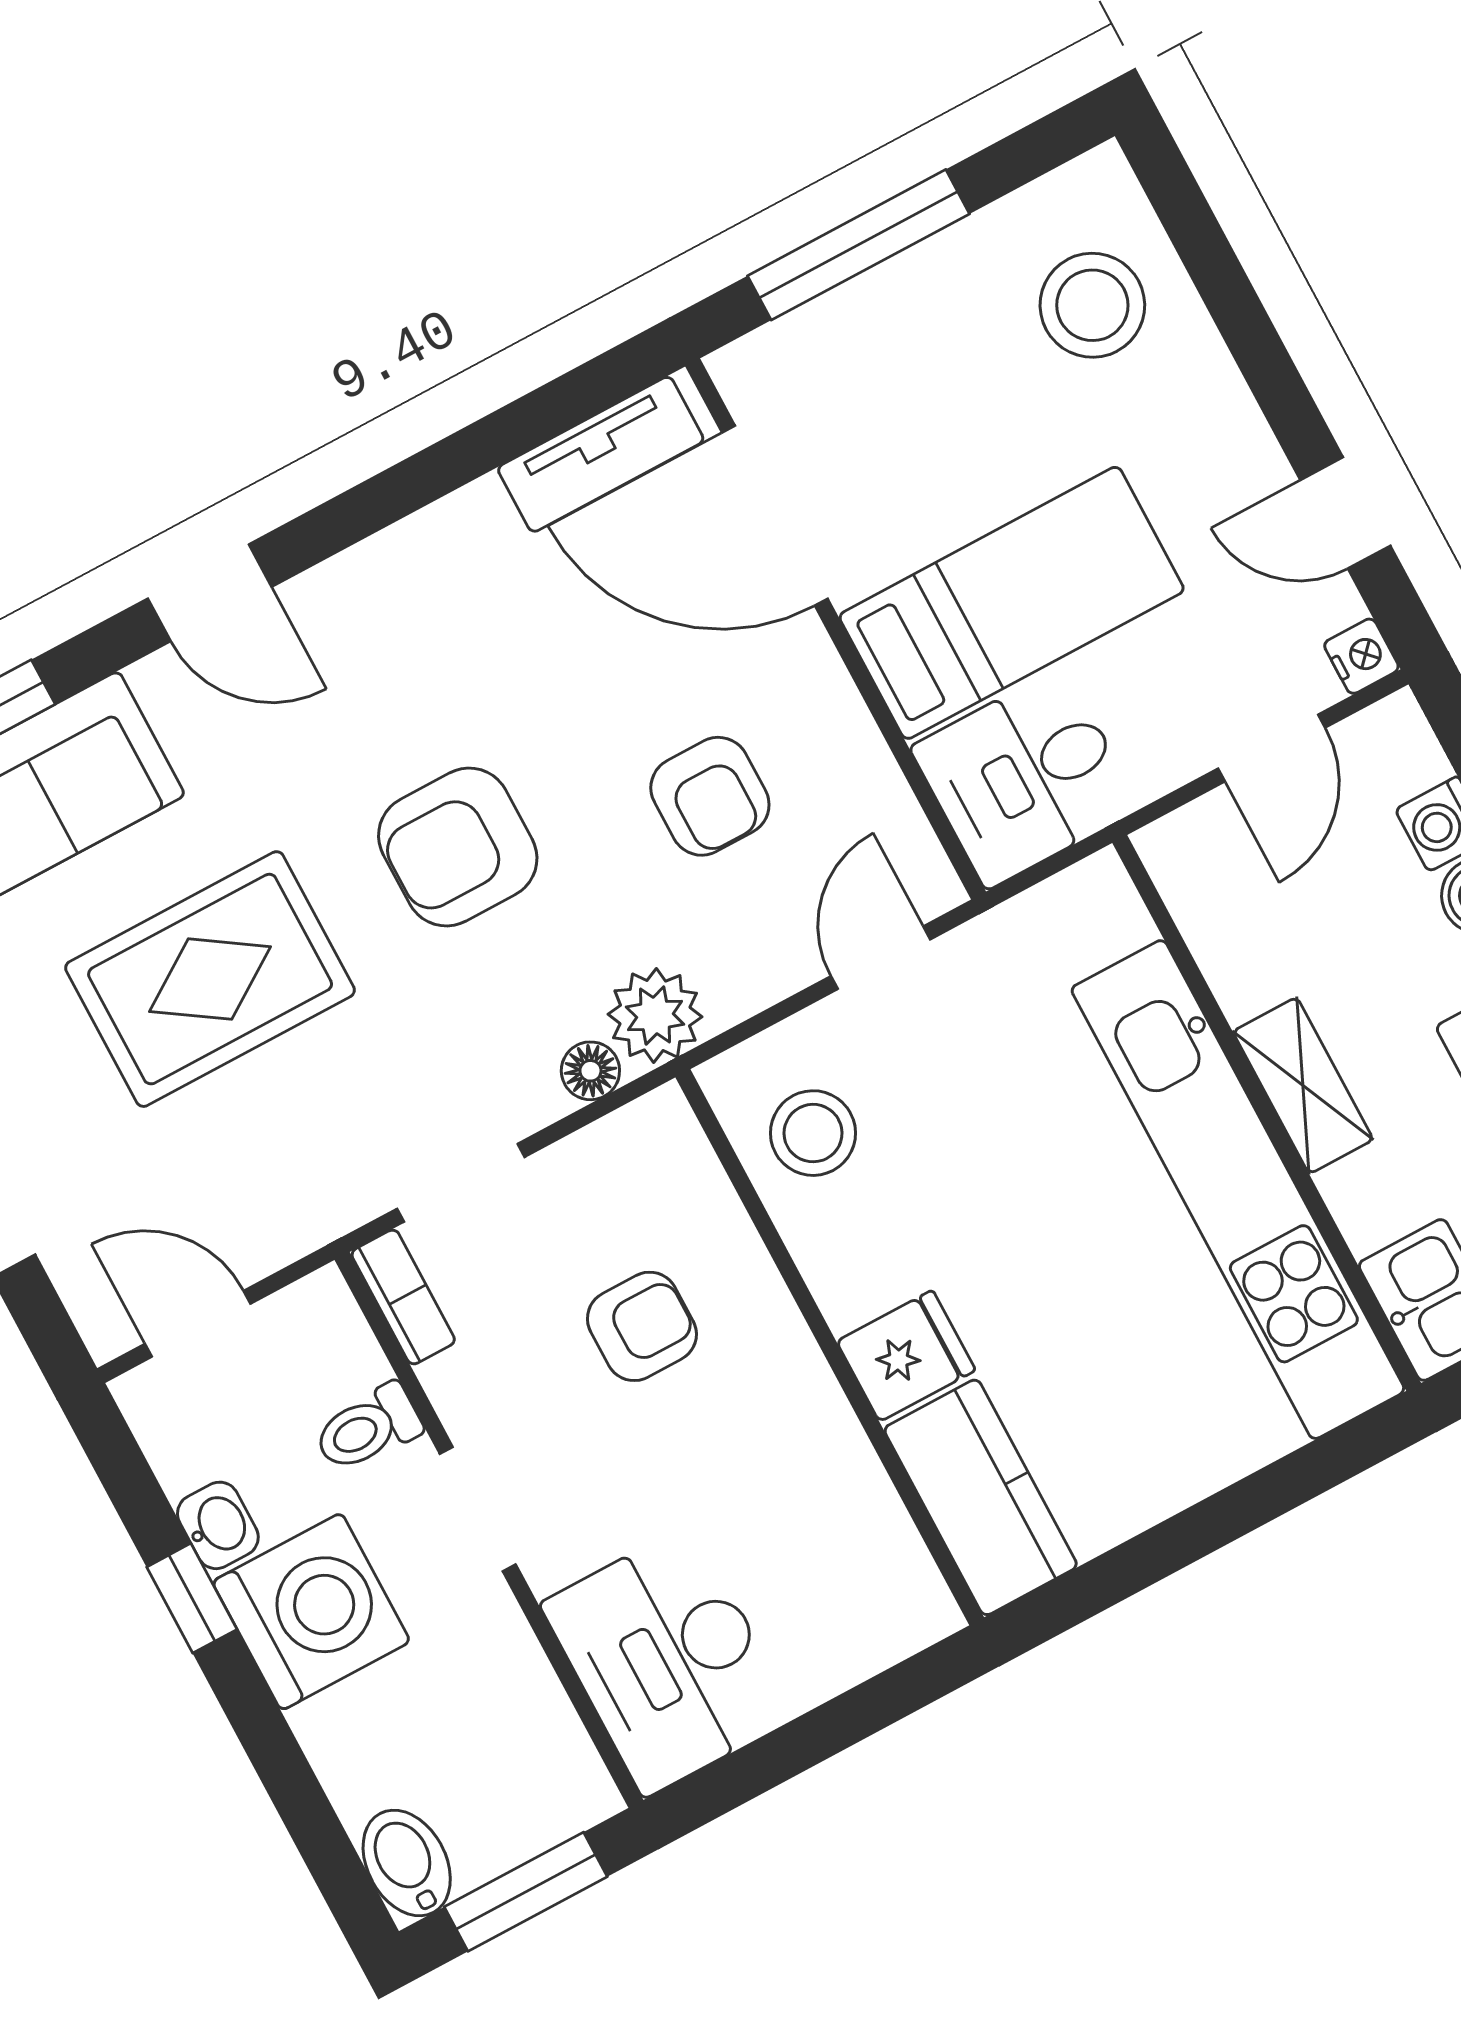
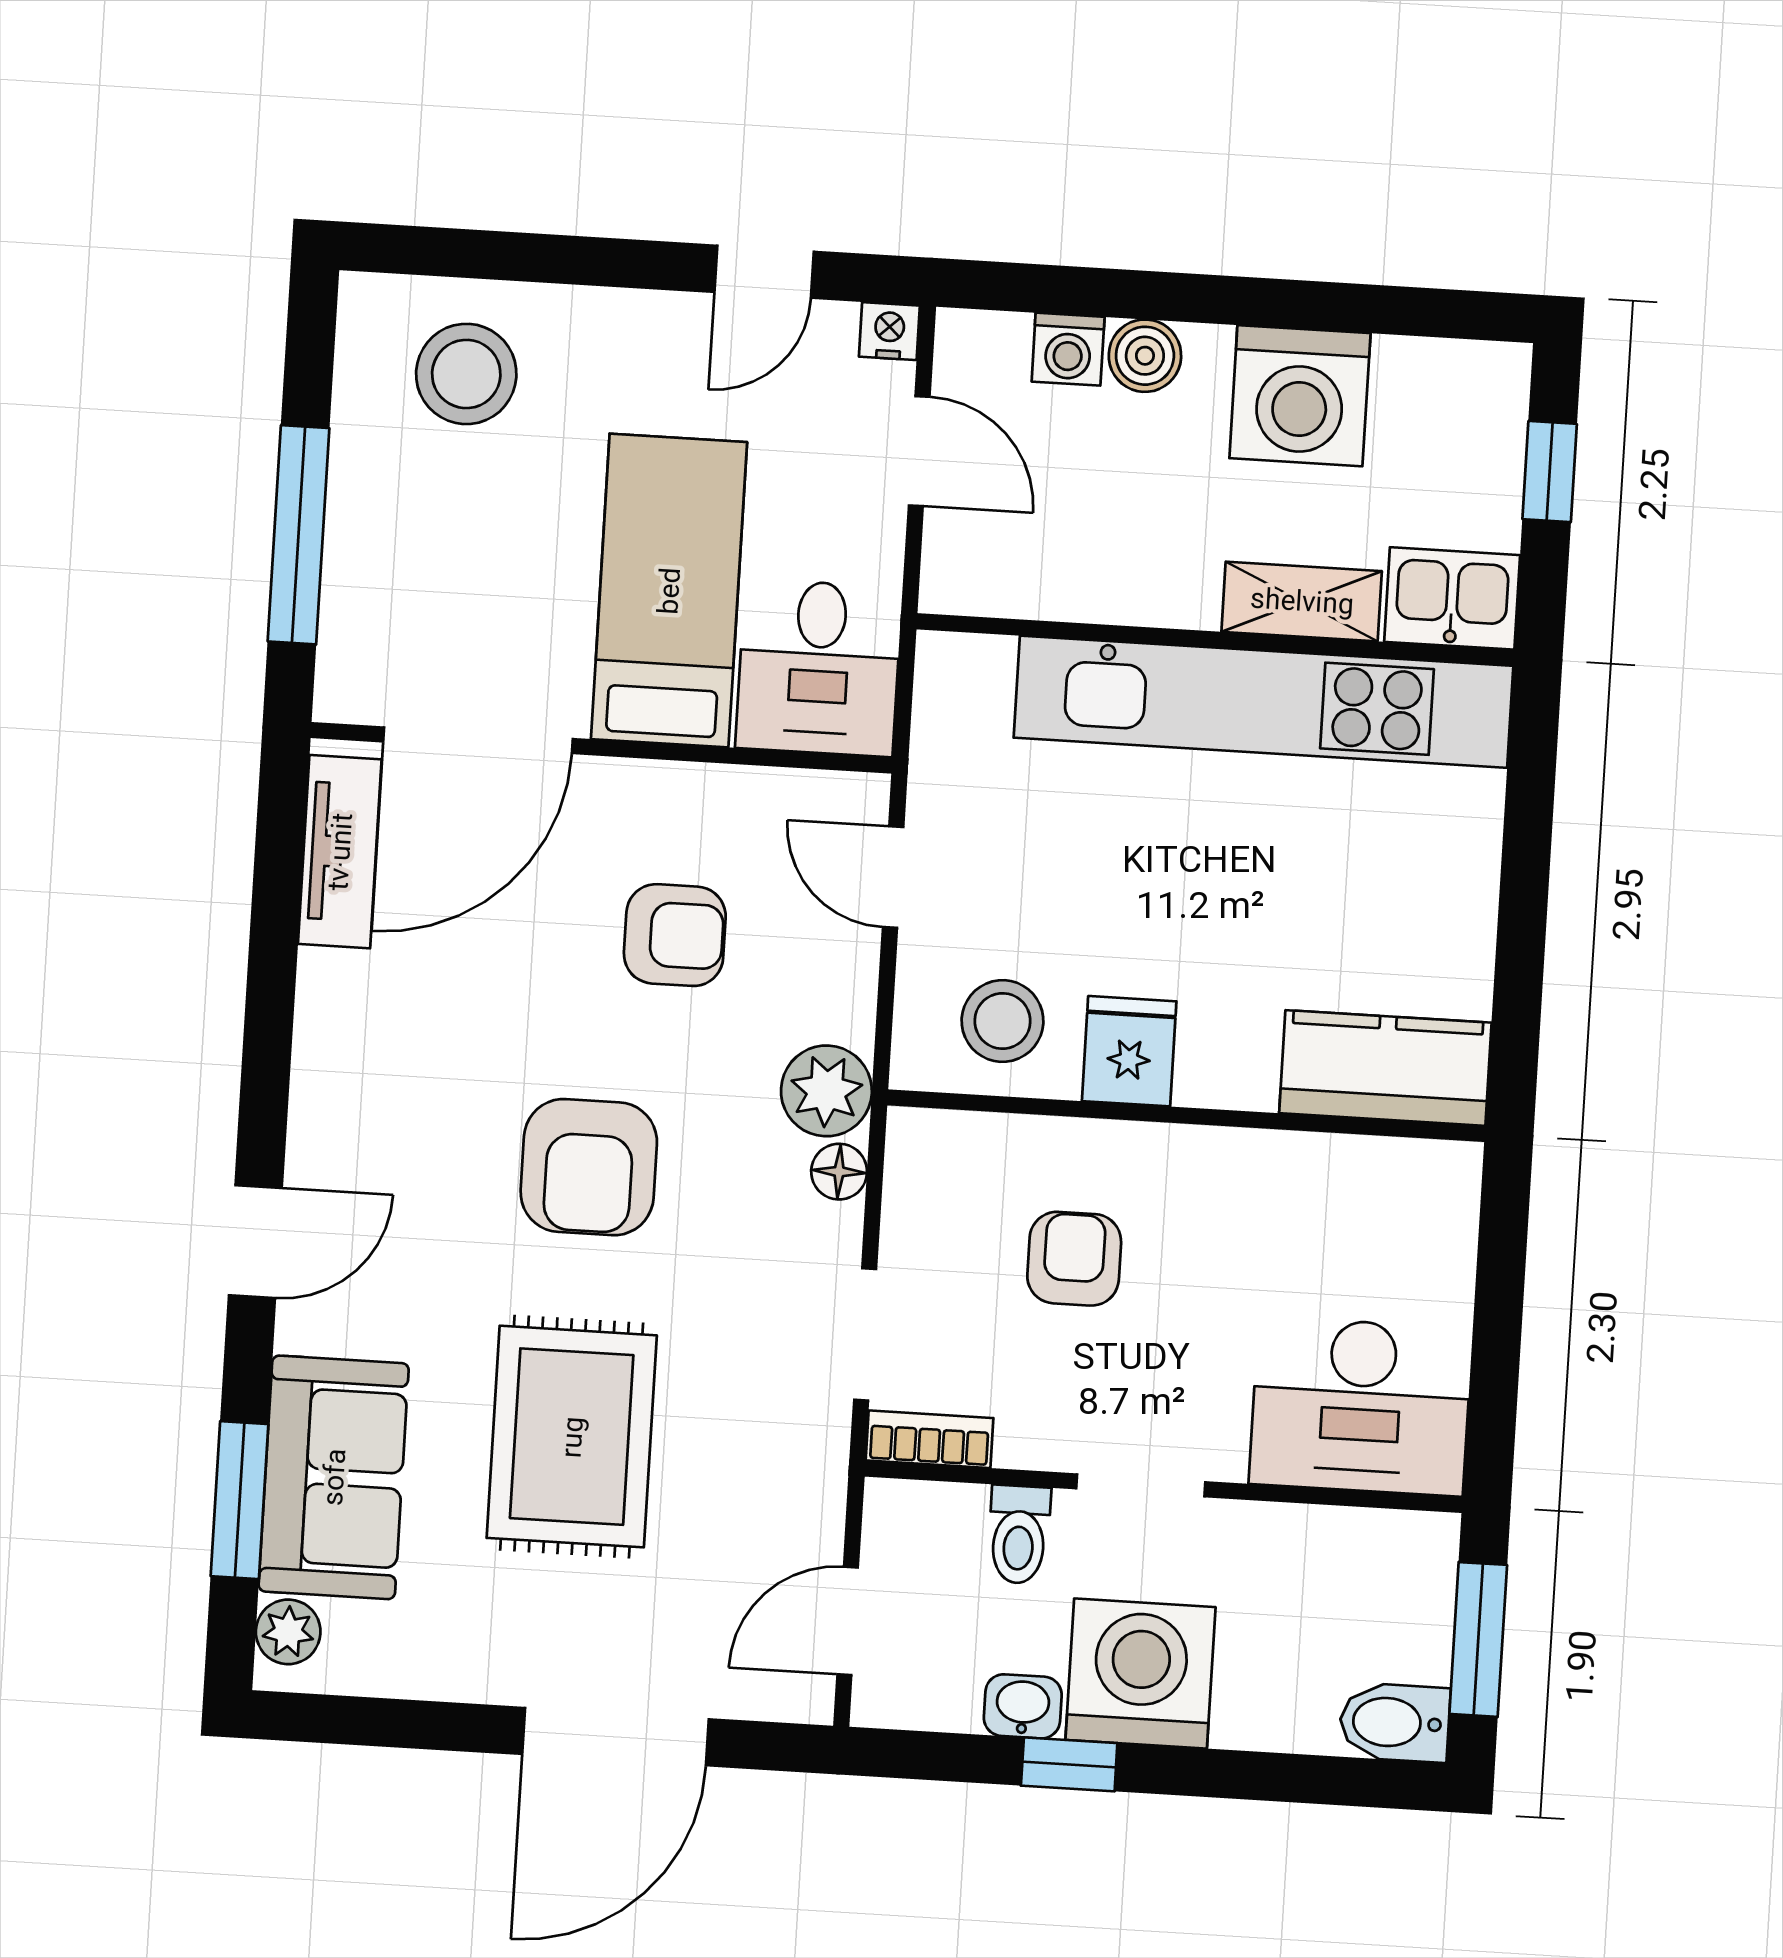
shelving: (1303, 1086) -> (1302, 601), moved
fridge: (906, 1356) -> (1129, 1051), moved

